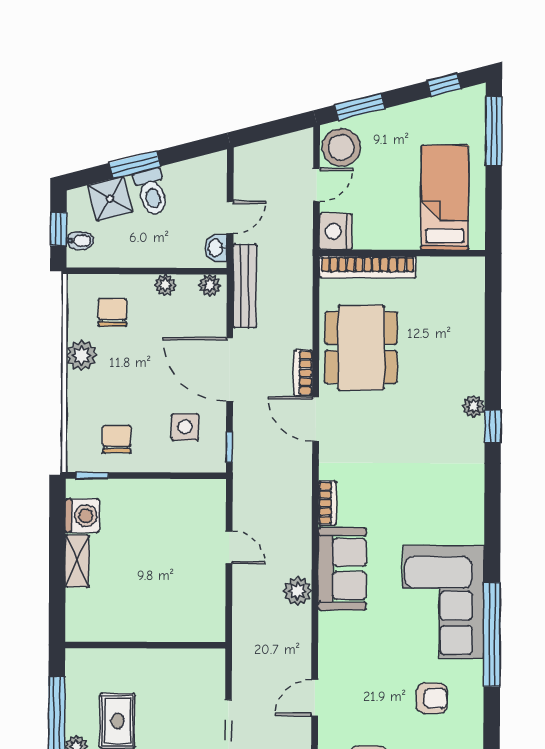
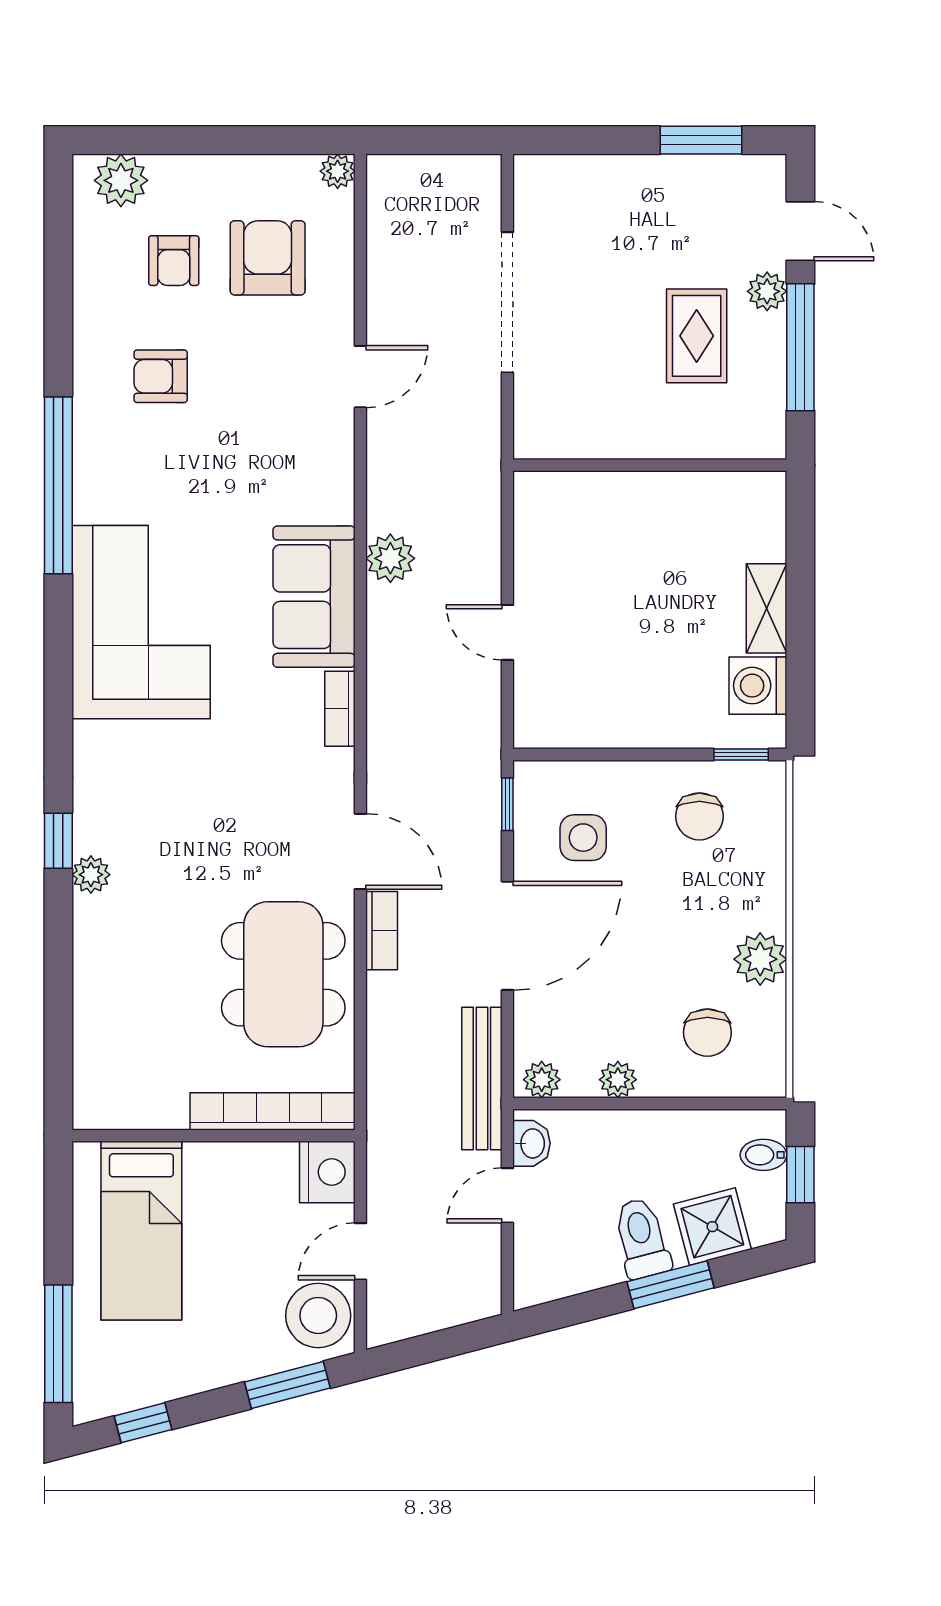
door: (230, 370) -> (507, 936), hinge flipped
corner sofa: (444, 602) -> (141, 622), moved

